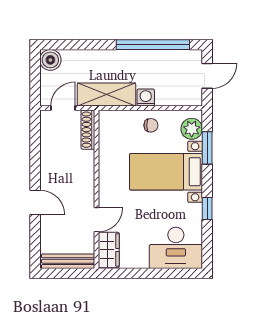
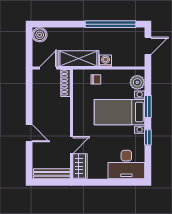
chair: (151, 125) -> (96, 79), moved
window: (207, 148) -> (148, 106), moved

